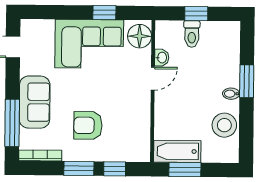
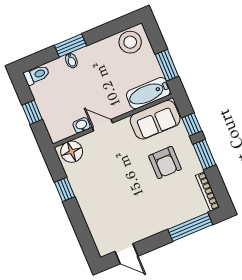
toilet: (192, 34) -> (37, 75), moved
corner sofa: (89, 44) -> (96, 191), removed
bidet: (231, 94) -> (71, 61), moved
sofa: (35, 102) -> (155, 120), moved, turned 180
stool: (224, 125) -> (130, 42), moved
bathtub: (177, 151) -> (148, 93), moved, turned 90

